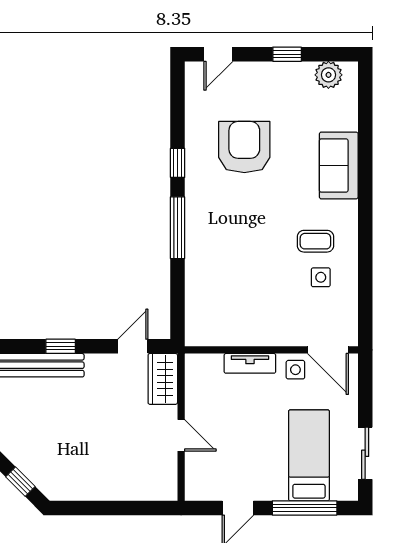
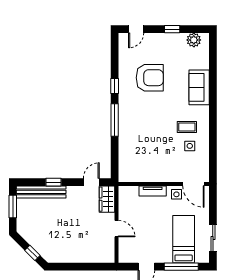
armchair: (244, 147) -> (150, 78), turned 90

